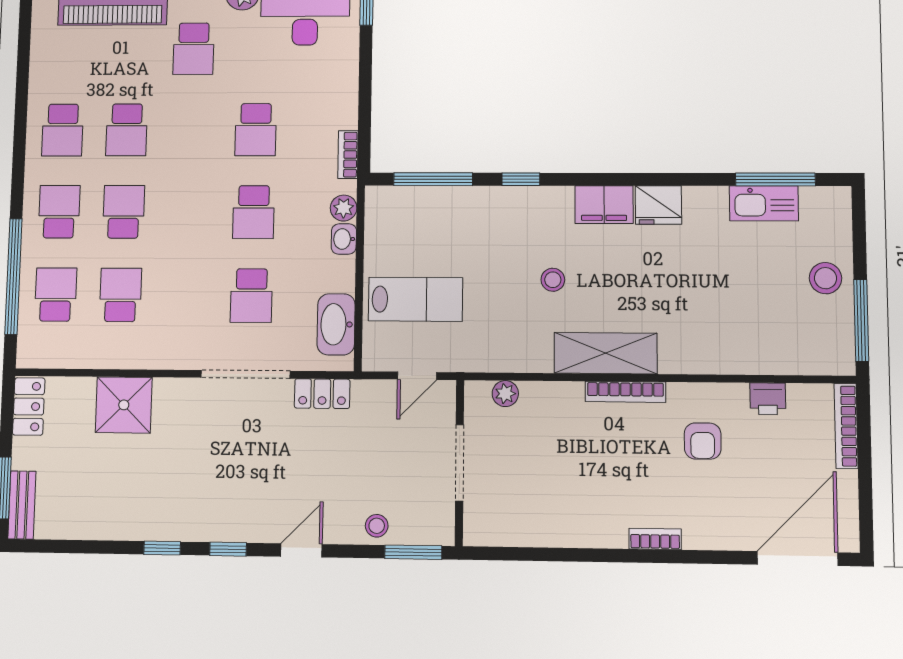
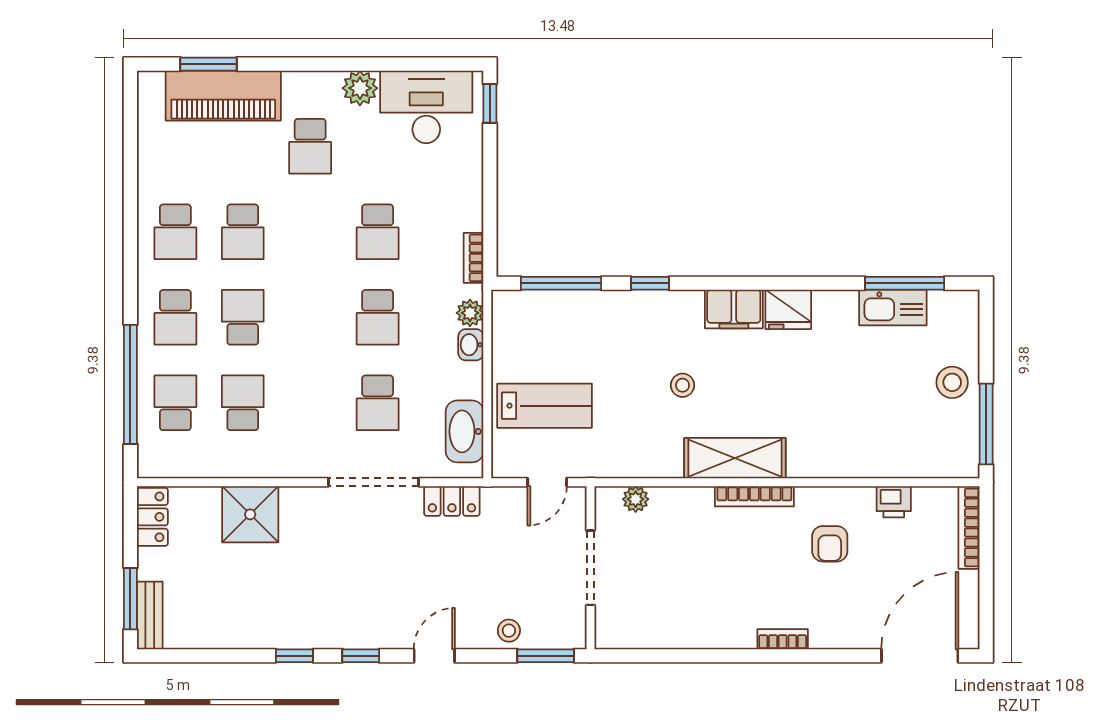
school desk: (59, 212) -> (175, 317), turned 180

